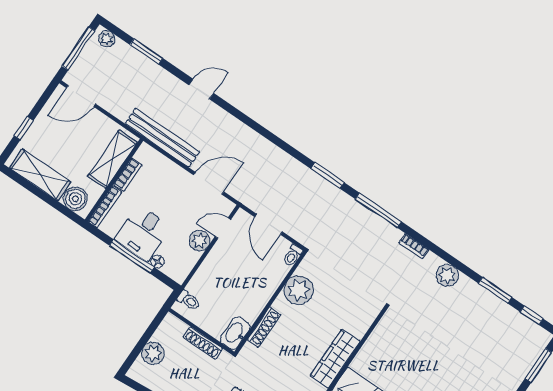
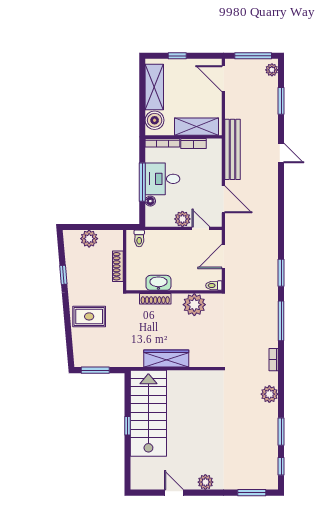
washbasin: (235, 333) -> (158, 283), moved

